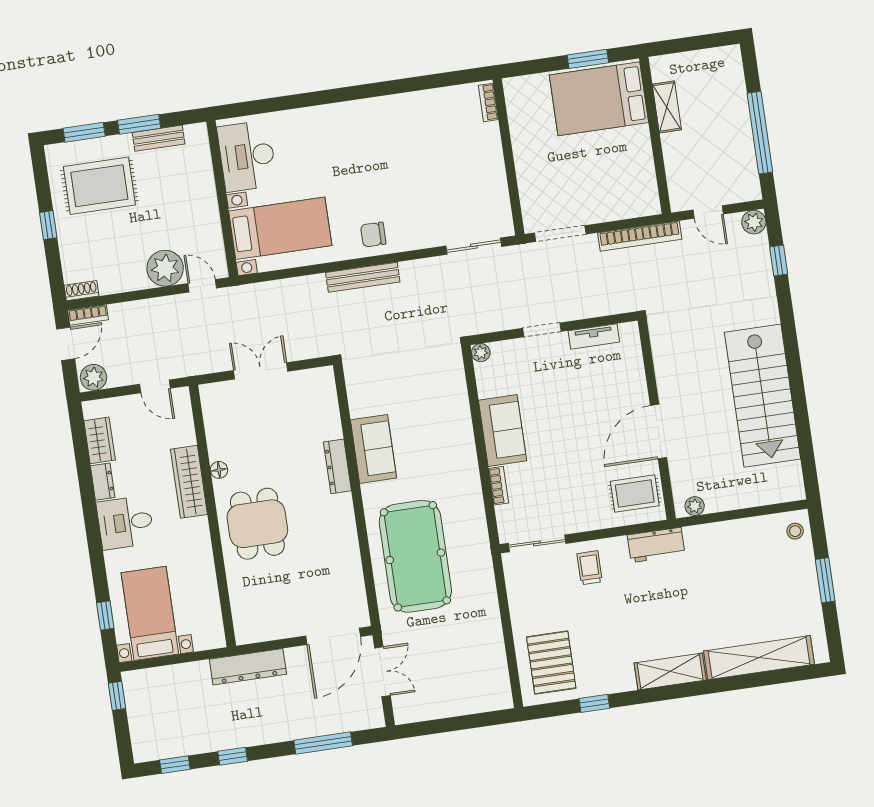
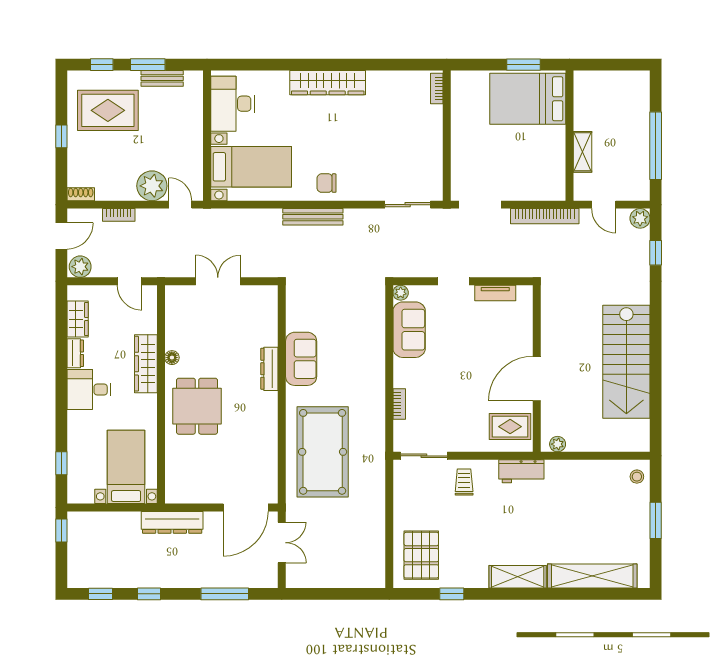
shelving: (667, 107) -> (582, 152), moved
wardrobe: (357, 114) -> (328, 83), added
window: (84, 132) -> (102, 65), width x0.67
bookcase: (88, 315) -> (119, 215), moved
sofa: (503, 430) -> (409, 330), moved
bed with nightstands: (150, 613) -> (126, 467), moved

